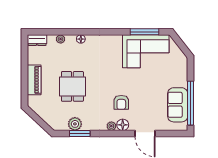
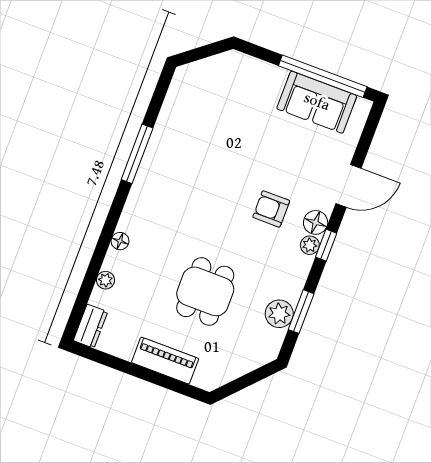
window: (145, 32) -> (137, 154), moved
corner sofa: (146, 51) -> (191, 125), removed
dining table: (72, 86) -> (205, 291), turned 90
armchair: (121, 102) -> (271, 209), turned 180
window: (114, 134) -> (326, 245), added

